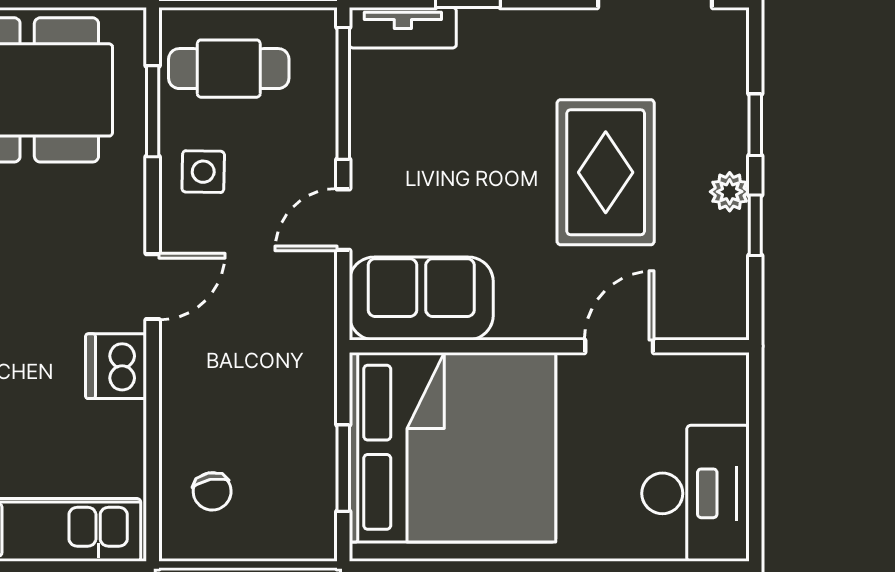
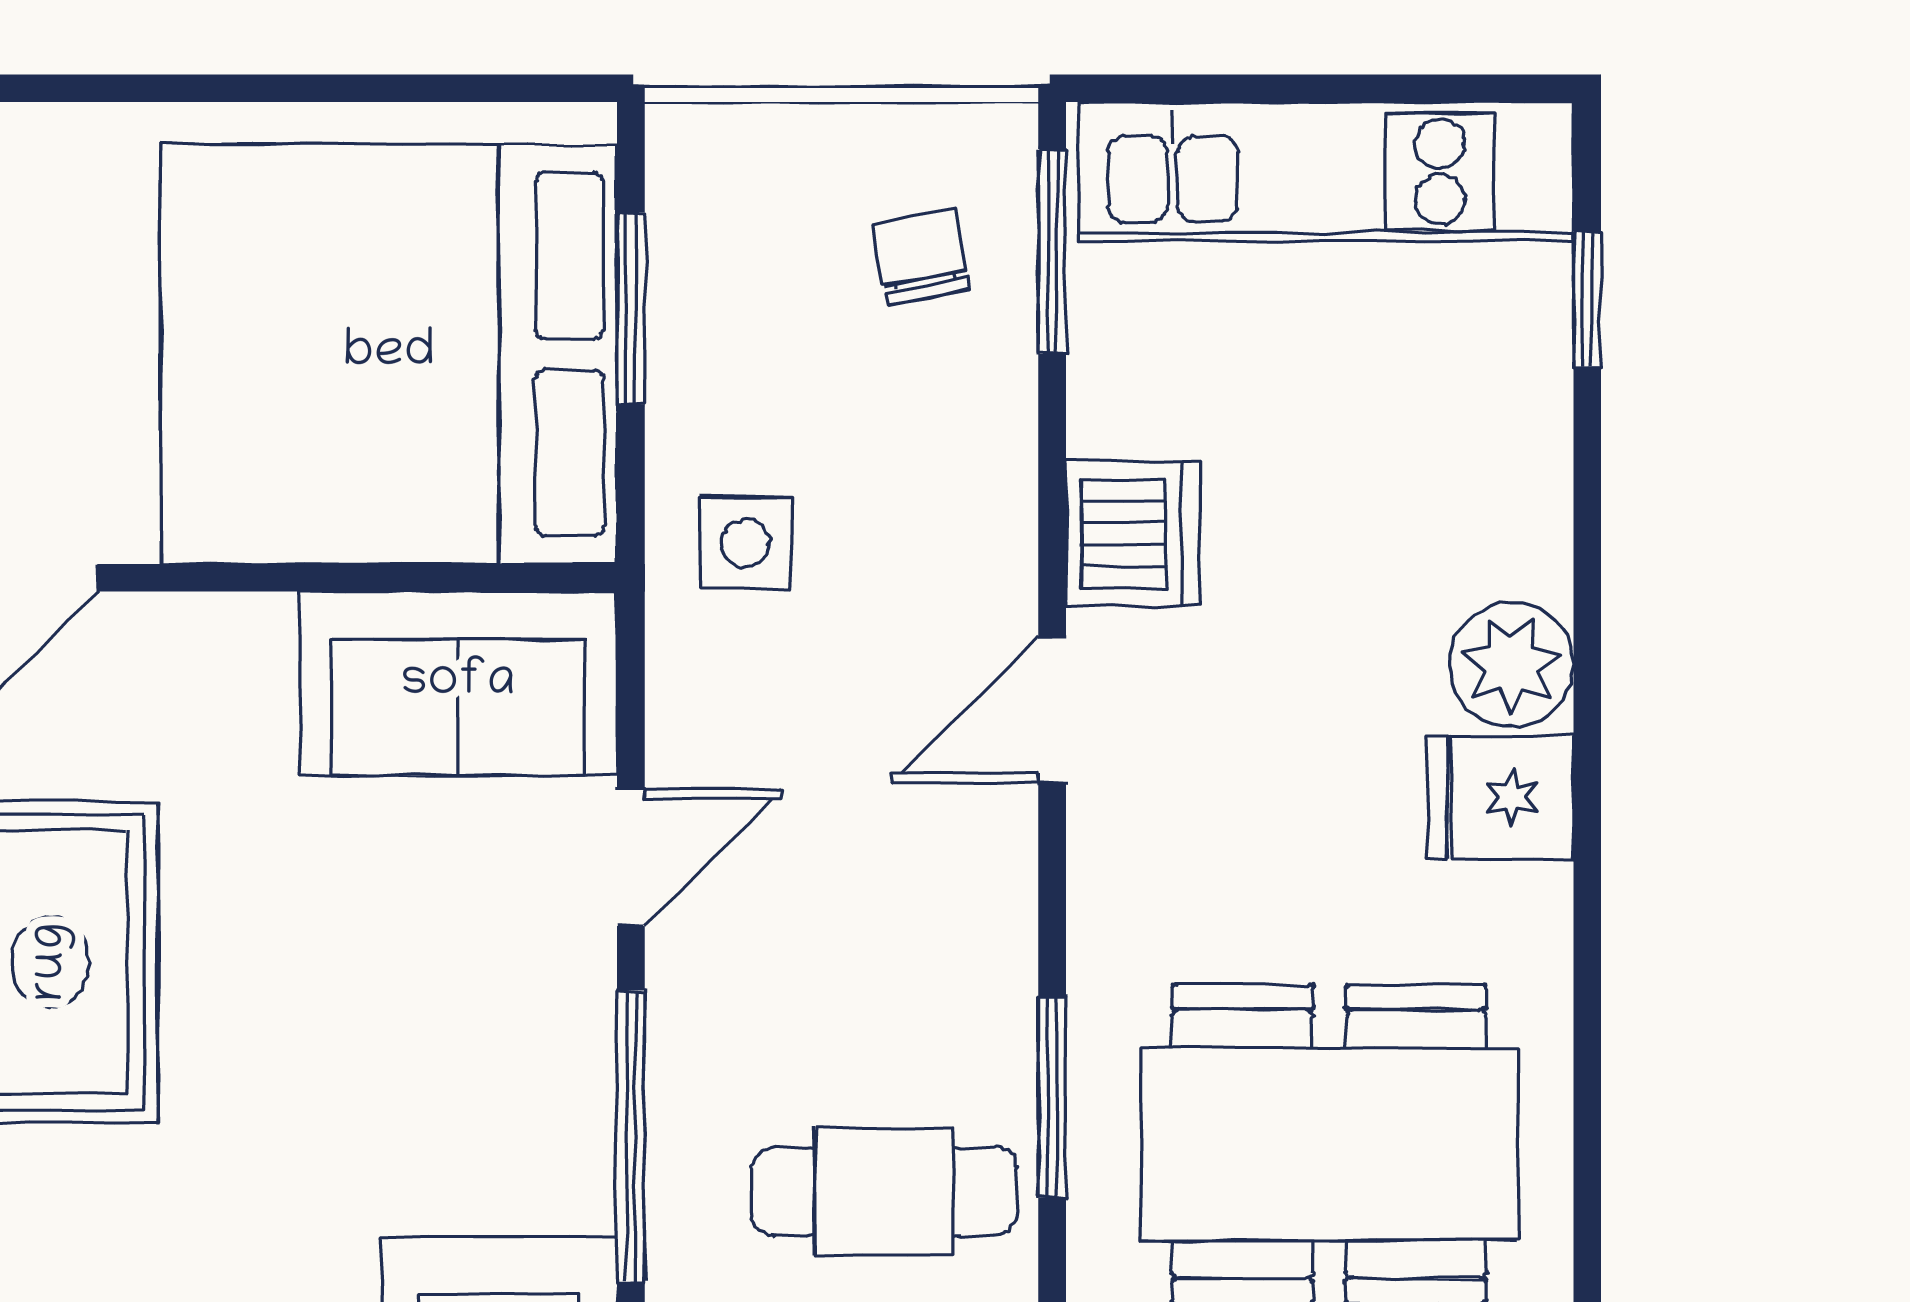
side table: (203, 172) -> (746, 543), moved
window: (153, 494) -> (1052, 252), added

